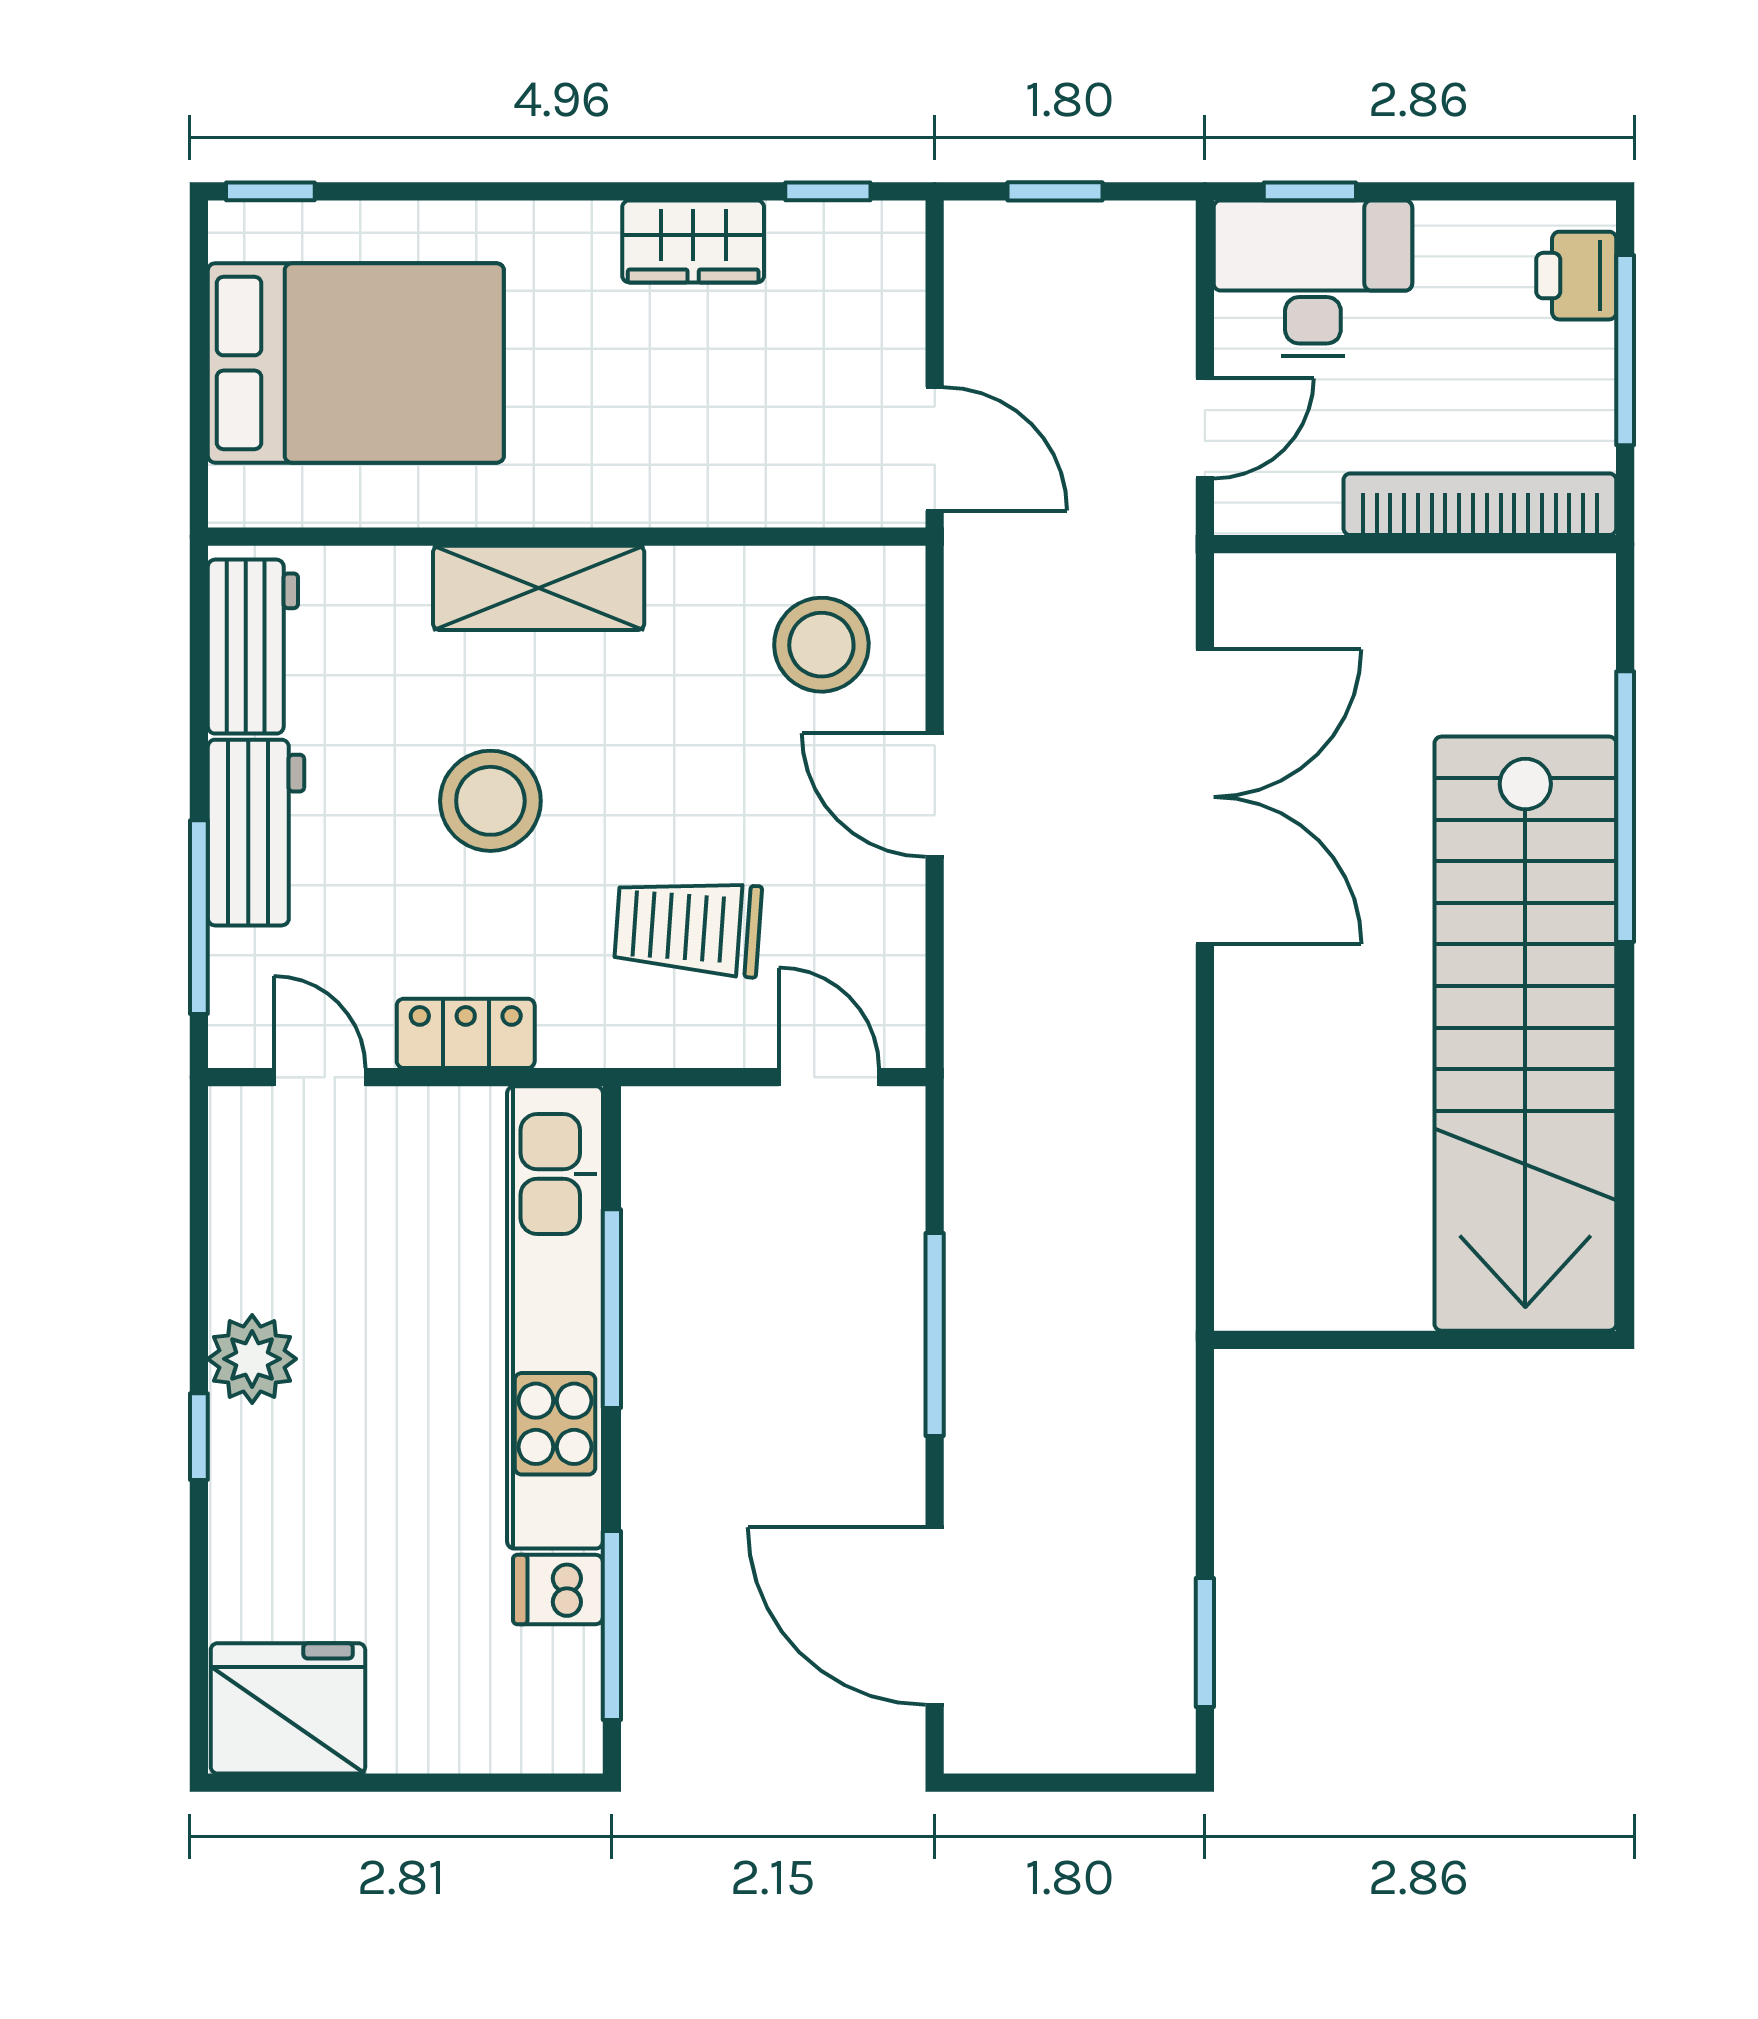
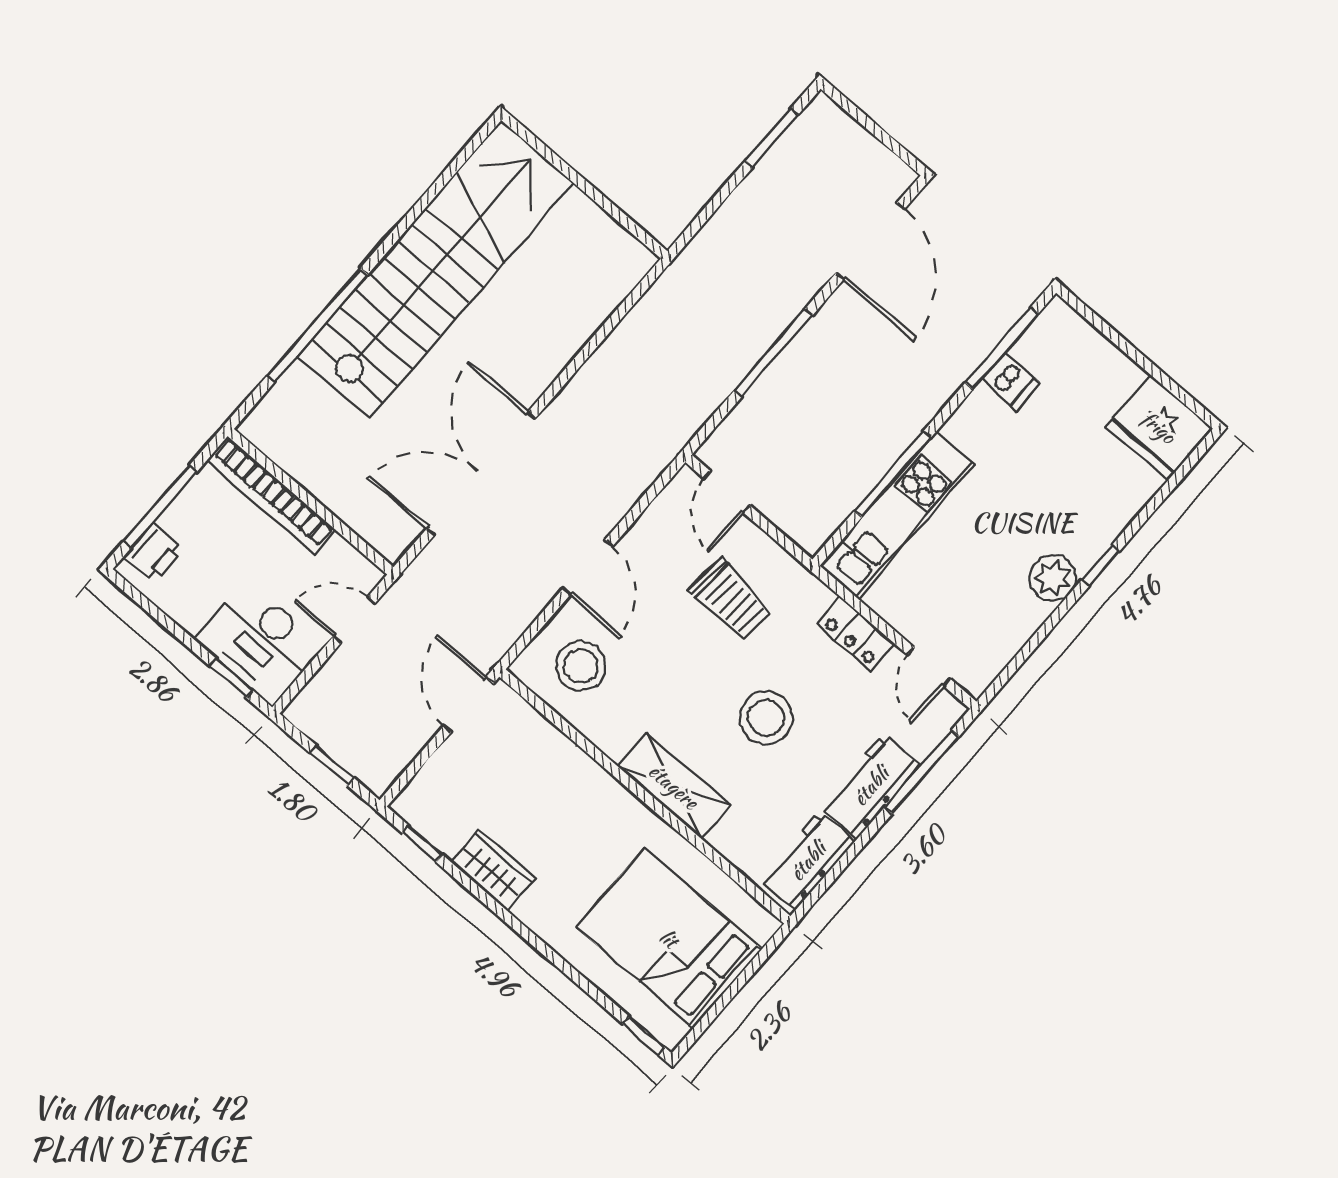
kitchen unit: (555, 1317) -> (897, 515), width x0.73

